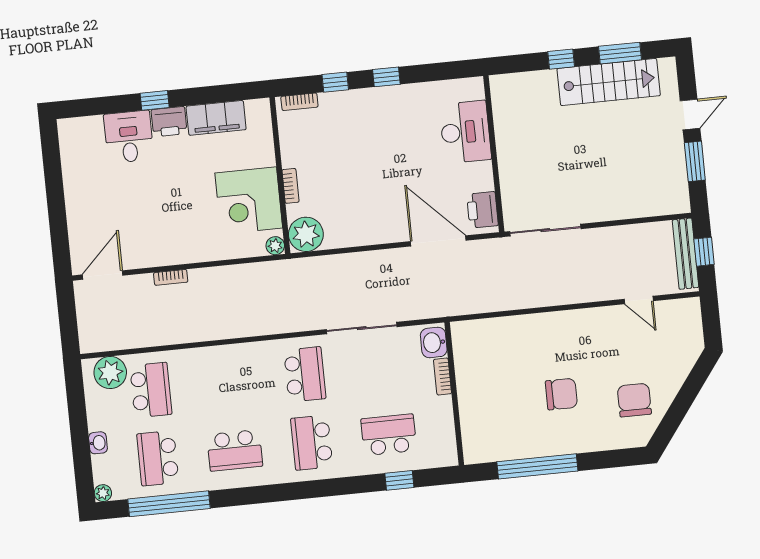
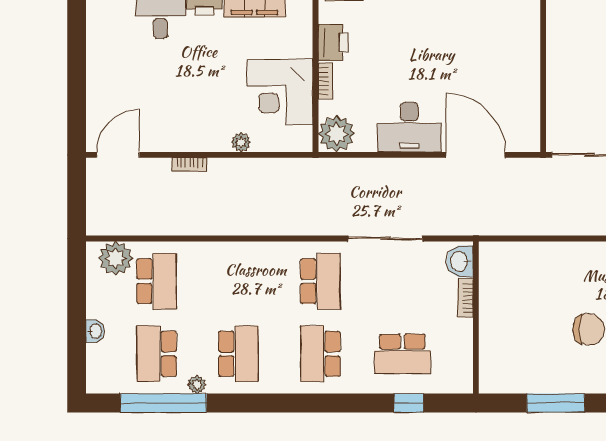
desk: (465, 132) -> (409, 127), moved, turned 90
printer: (482, 210) -> (333, 43), moved, turned 180
plant: (275, 246) -> (241, 142), moved
school desk: (389, 435) -> (402, 354), turned 180
school desk: (235, 450) -> (239, 354), turned -90
window: (537, 466) -> (556, 403), width x0.68
plant: (103, 493) -> (197, 385), moved

